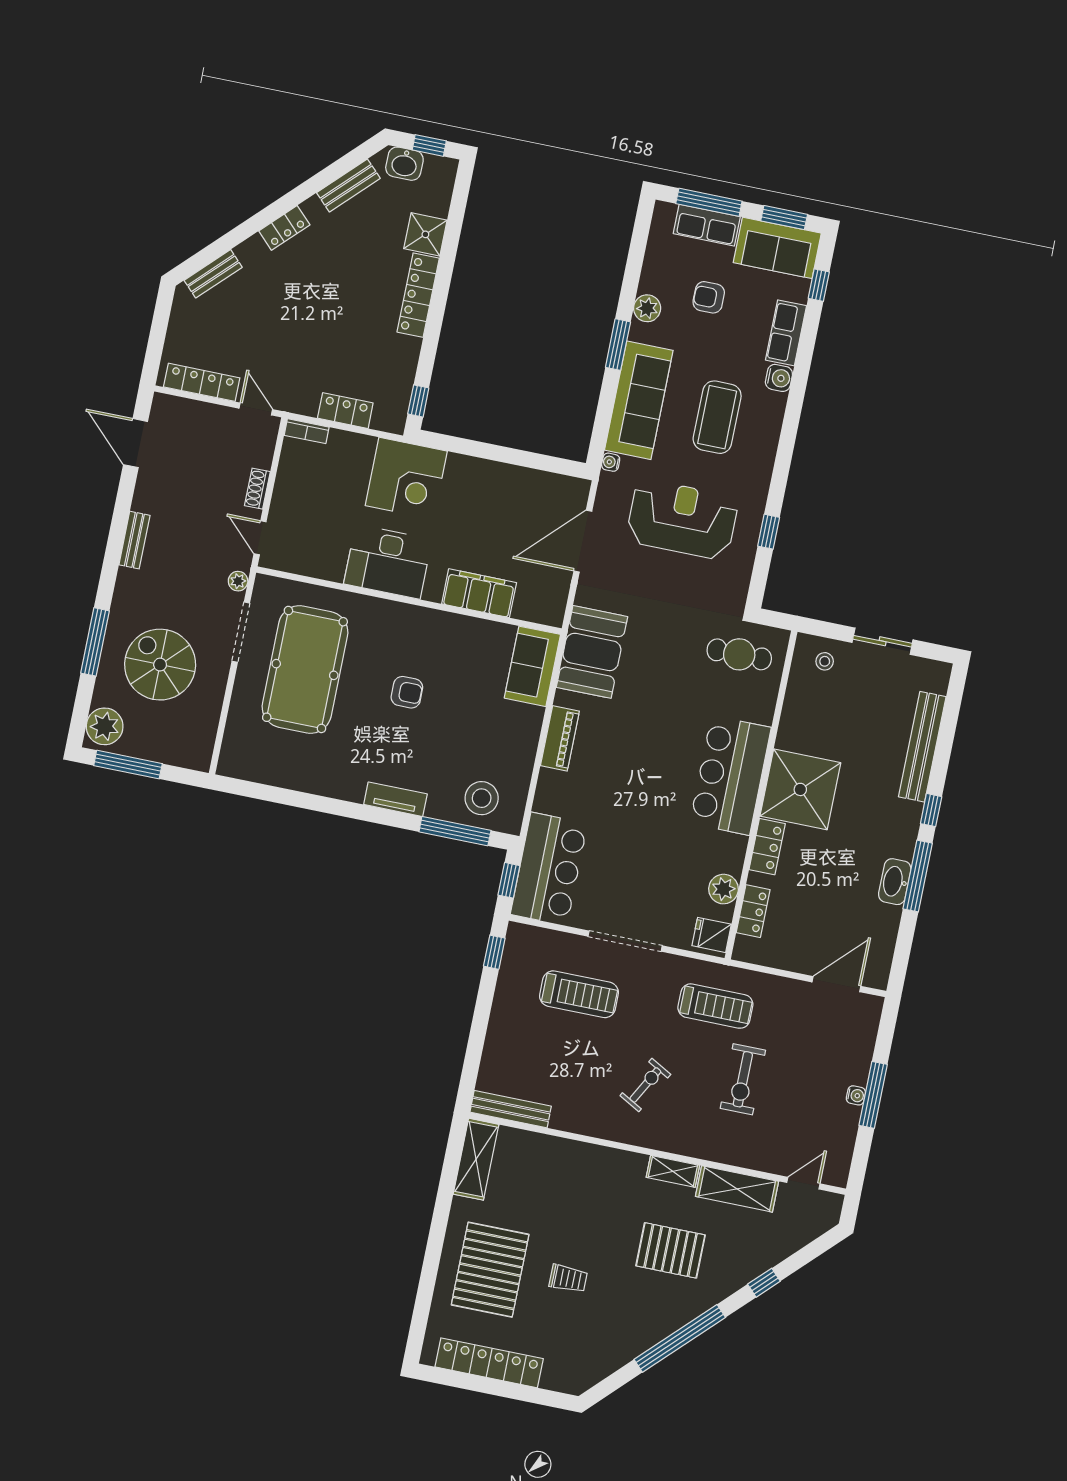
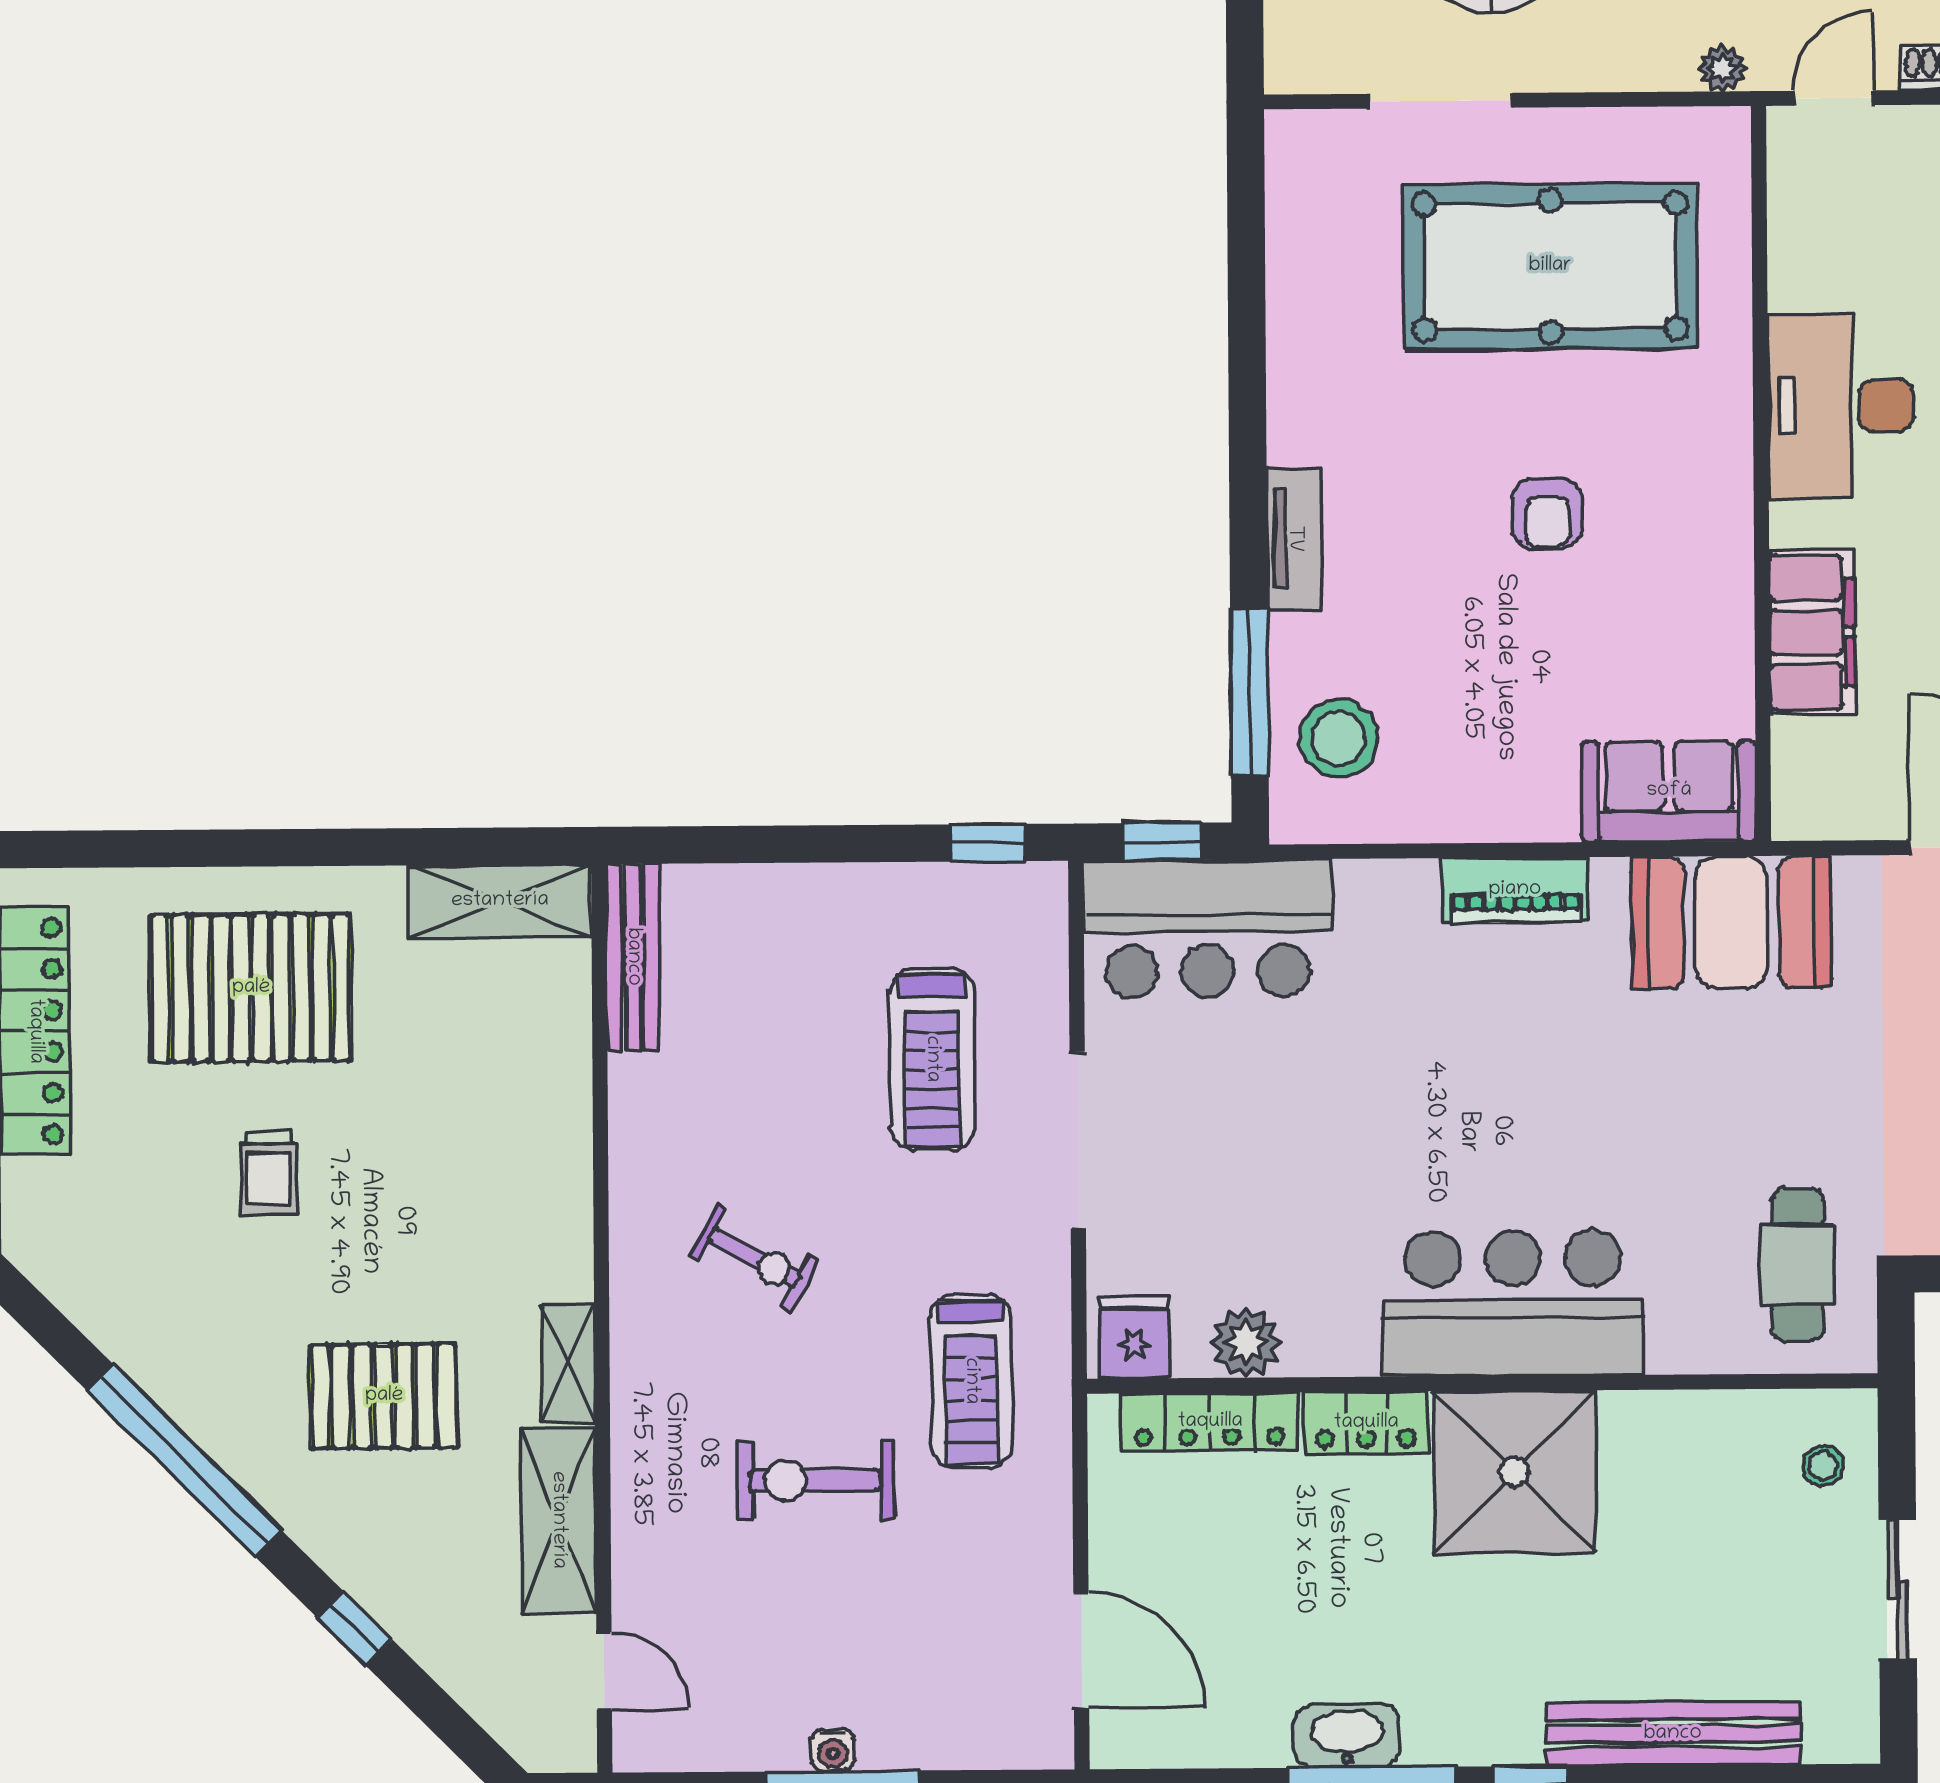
doorway: (241, 632) -> (1441, 101), moved
locker: (753, 911) -> (1210, 1422), width x1.53
pallet: (671, 1250) -> (384, 1396), turned 90

